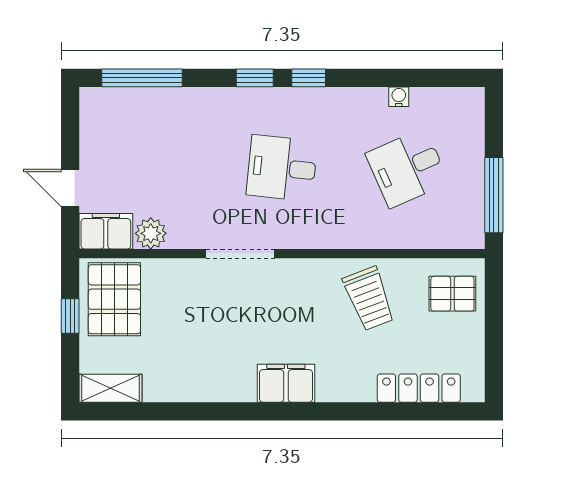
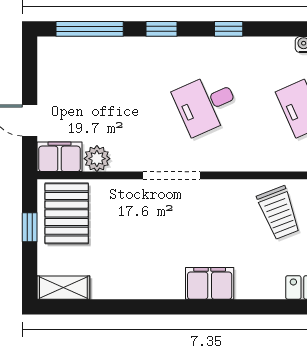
window: (255, 78) -> (161, 29), moved
desk: (282, 168) -> (206, 104), turned -30

